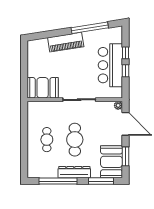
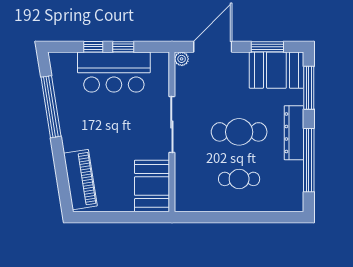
piano: (66, 42) -> (80, 180), moved

